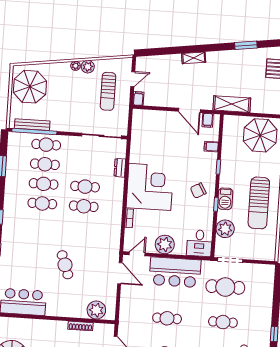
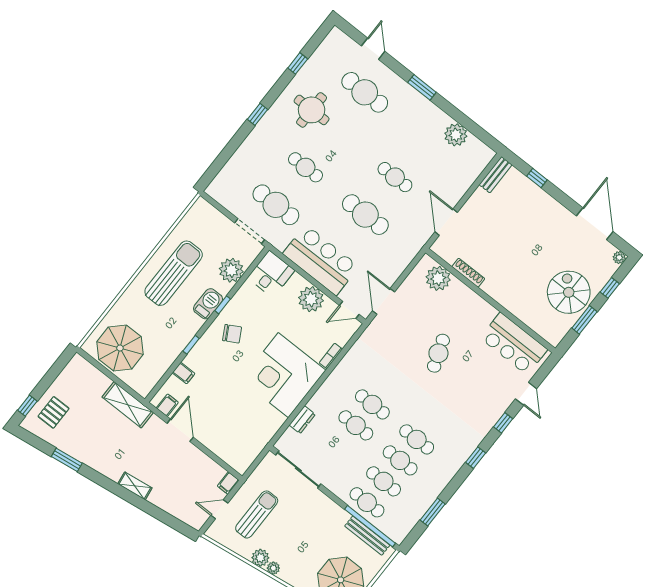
cafe table: (167, 318) -> (365, 215), width x1.37, depth x1.35

